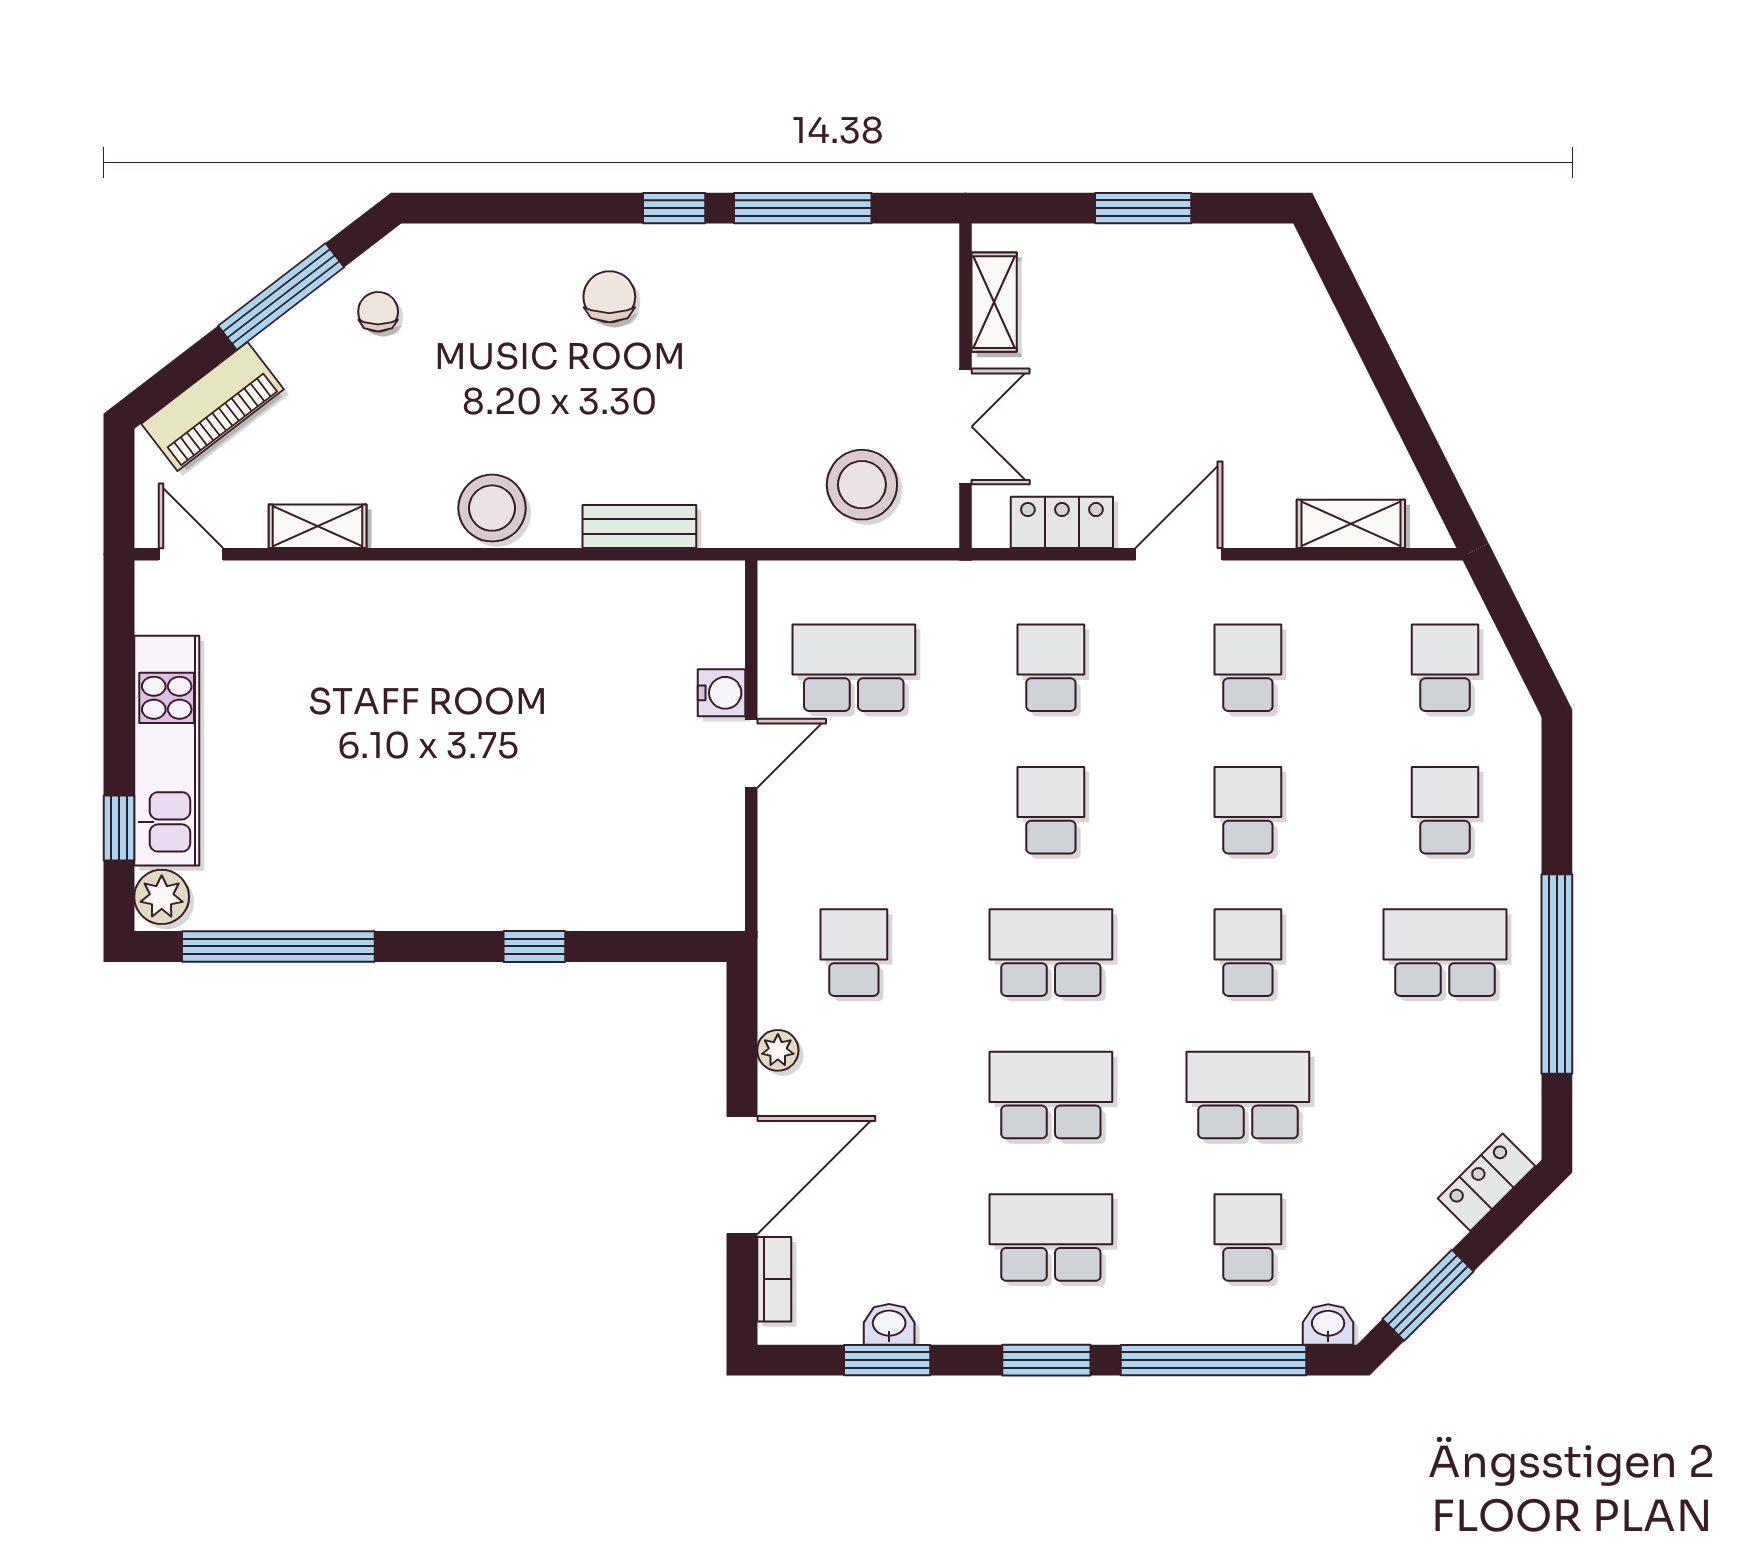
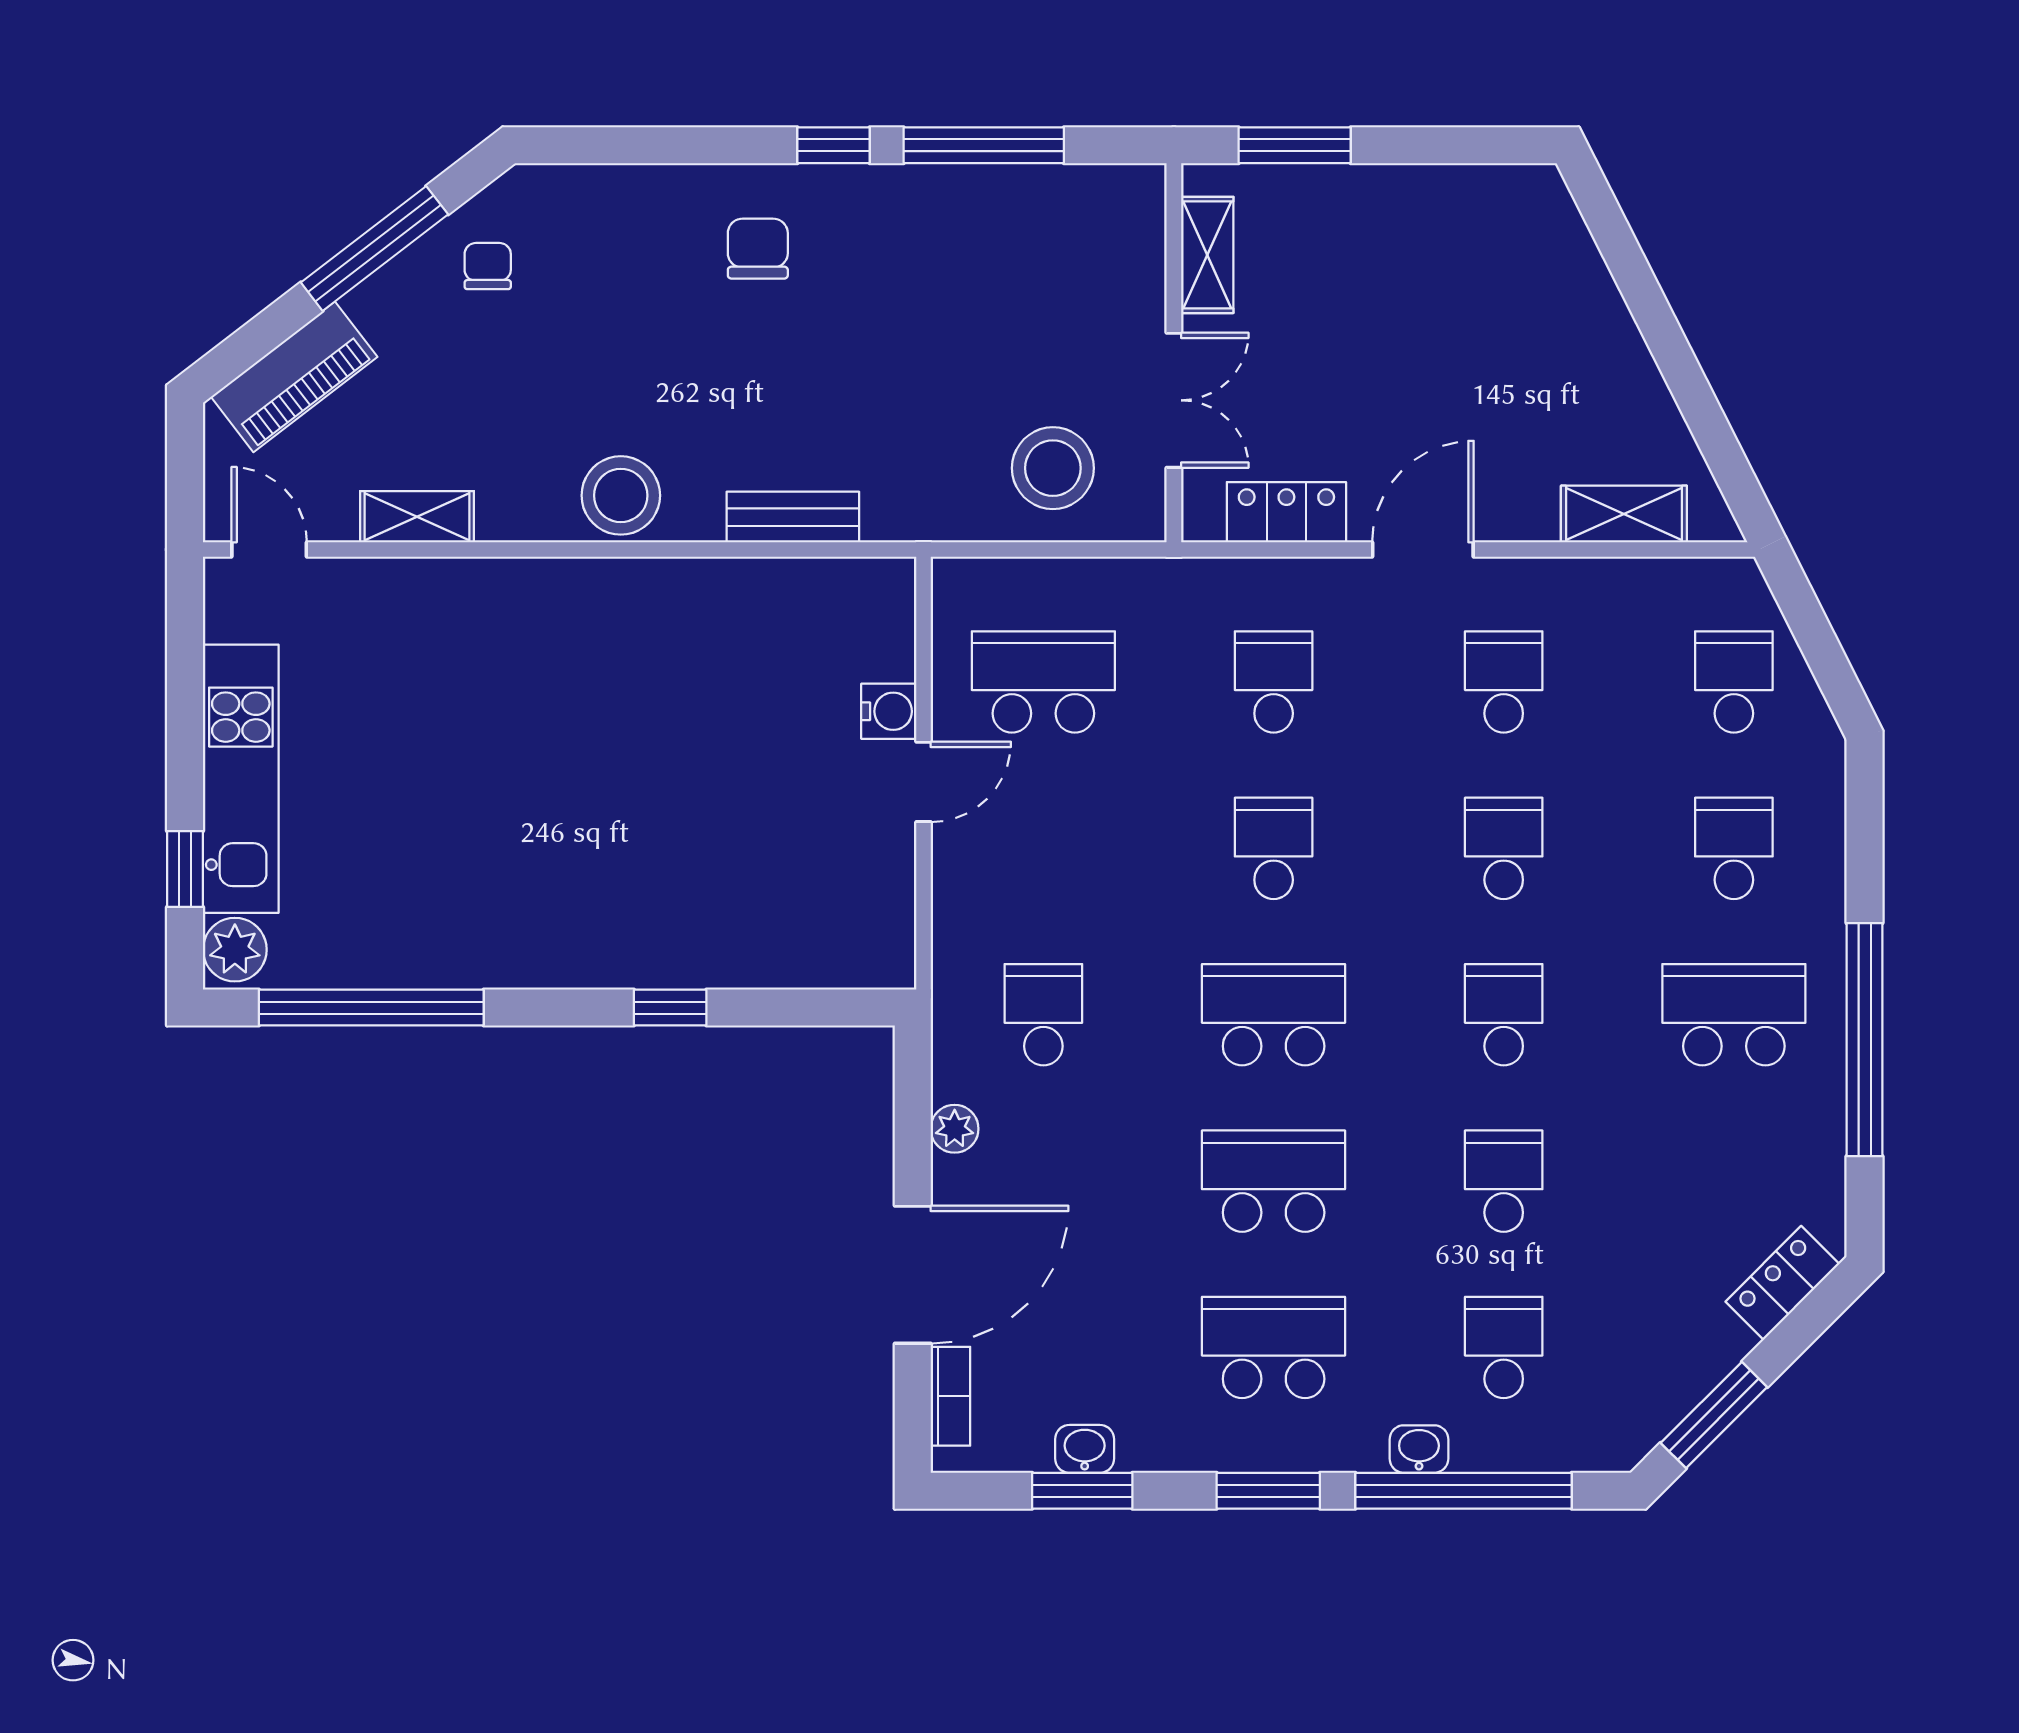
window: (1143, 208) -> (1295, 145), moved
school desk: (1248, 1095) -> (1504, 1181), width x0.54
washbasin: (1328, 1324) -> (1419, 1449), moved

